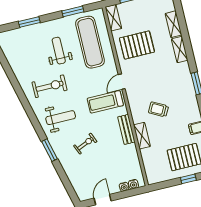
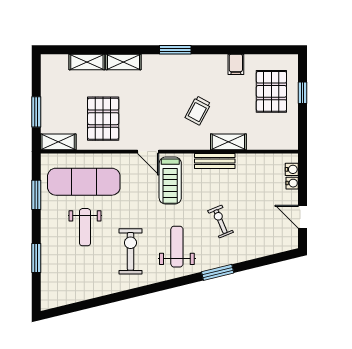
weight bench: (59, 51) -> (85, 227), turned -90

